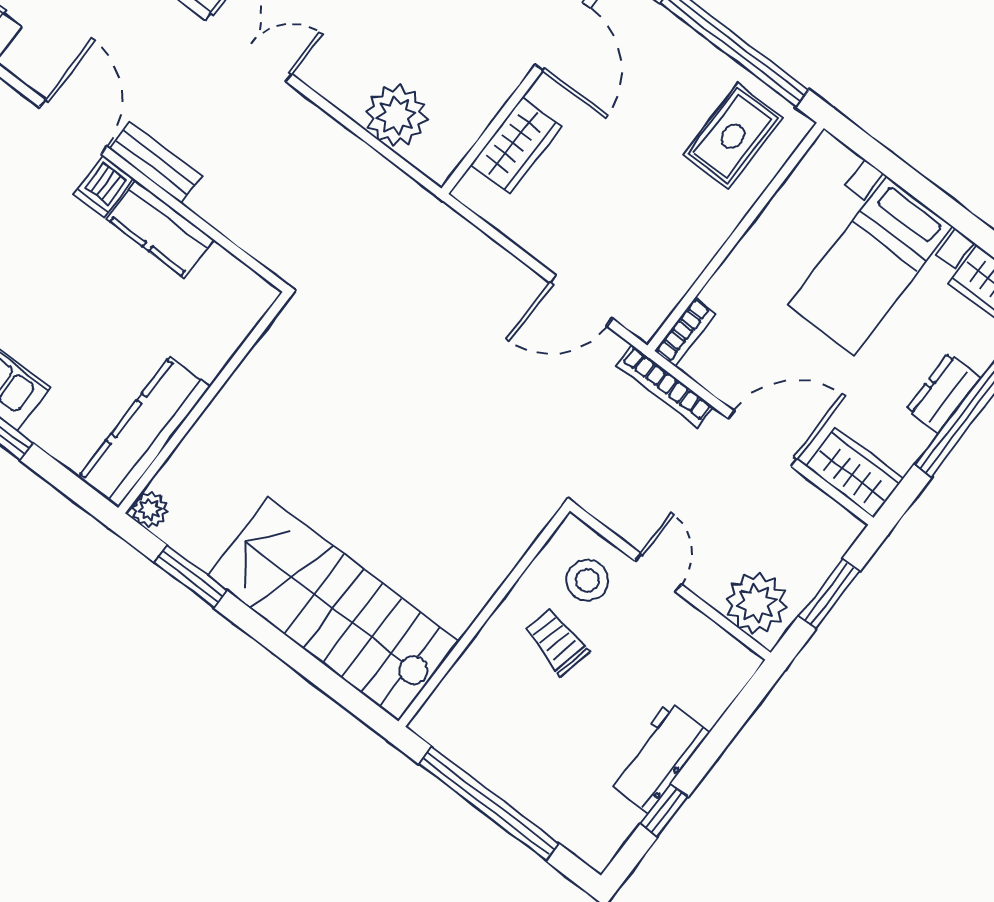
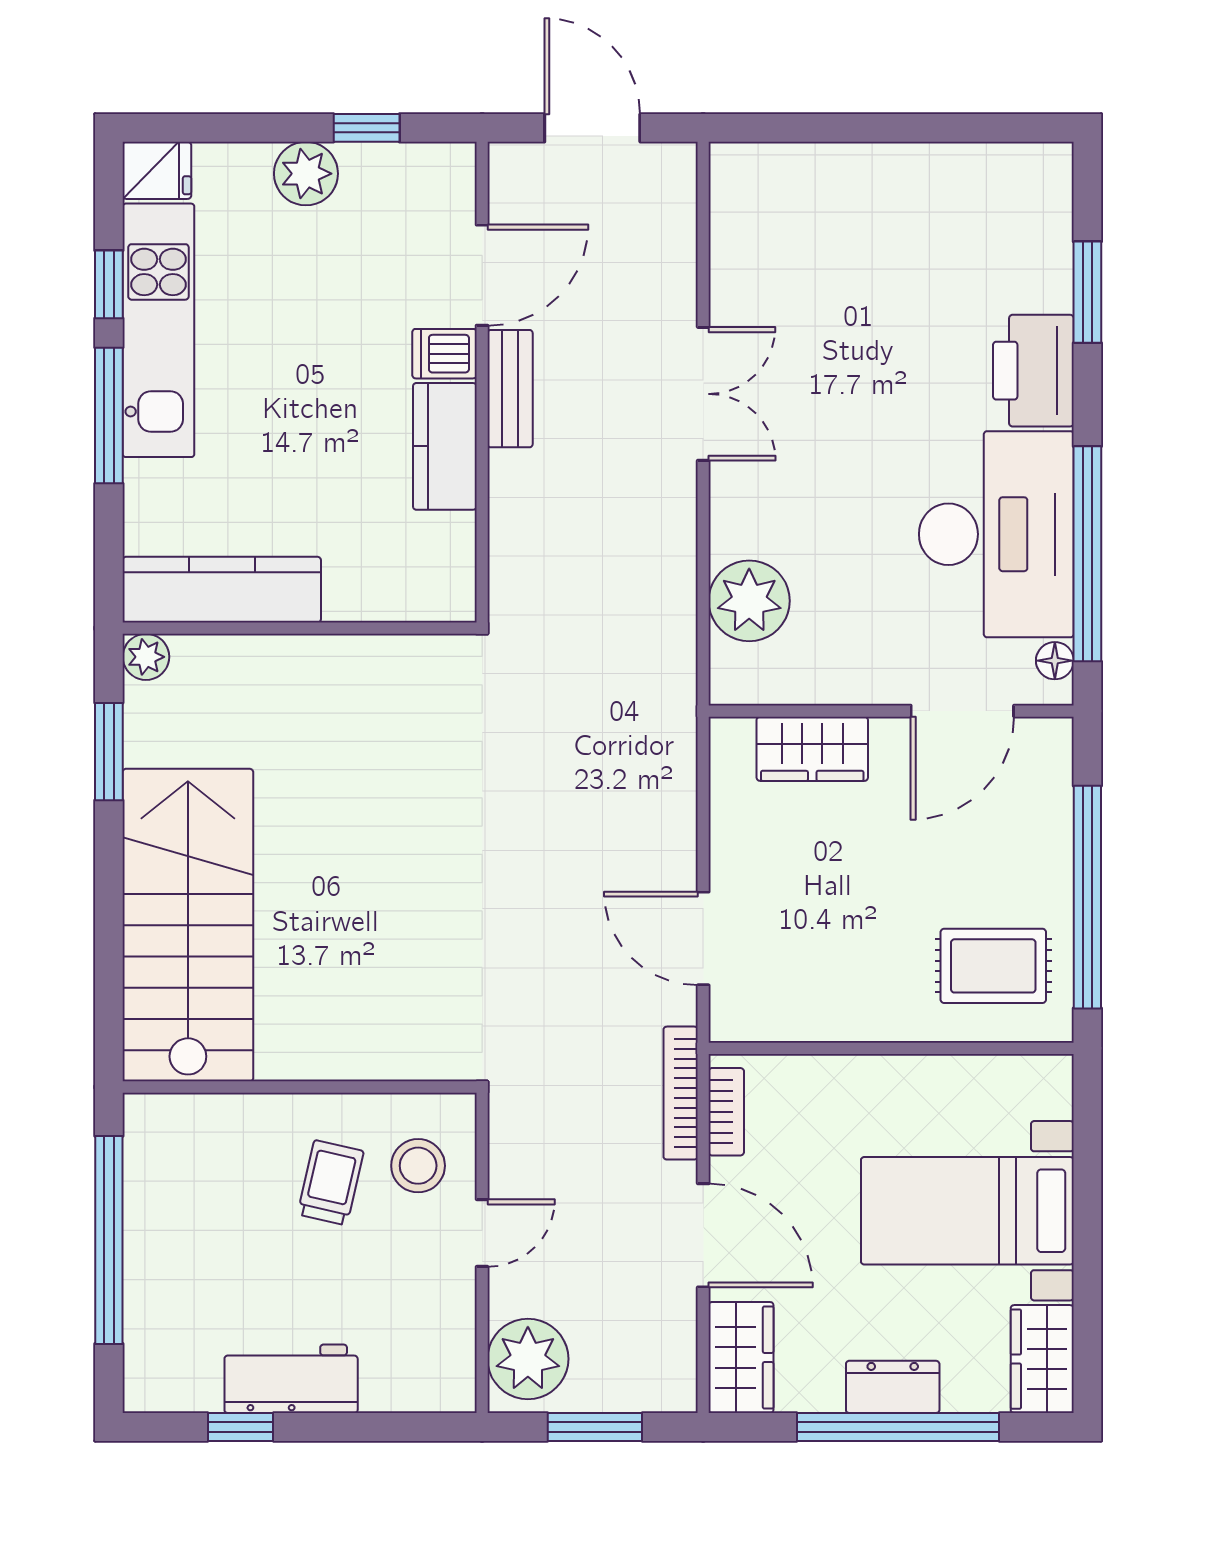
bookcase: (685, 332) -> (726, 1112), moved, turned -90

